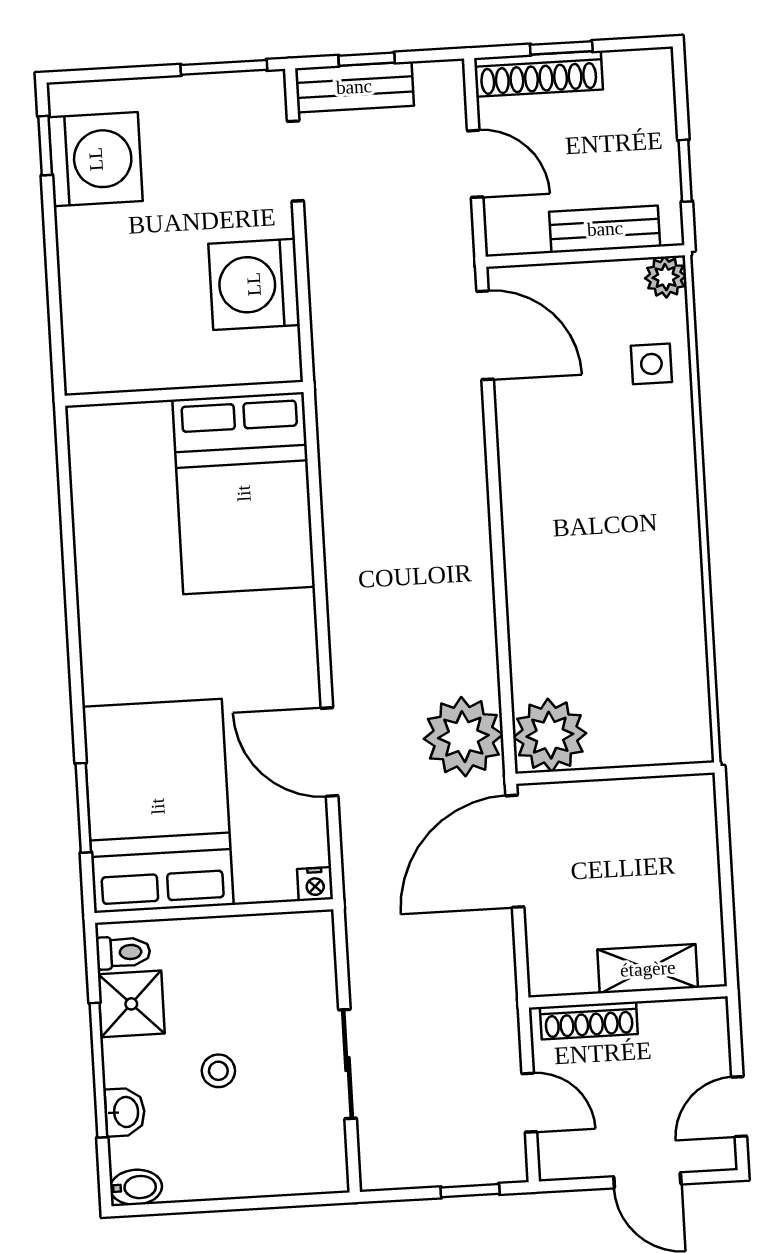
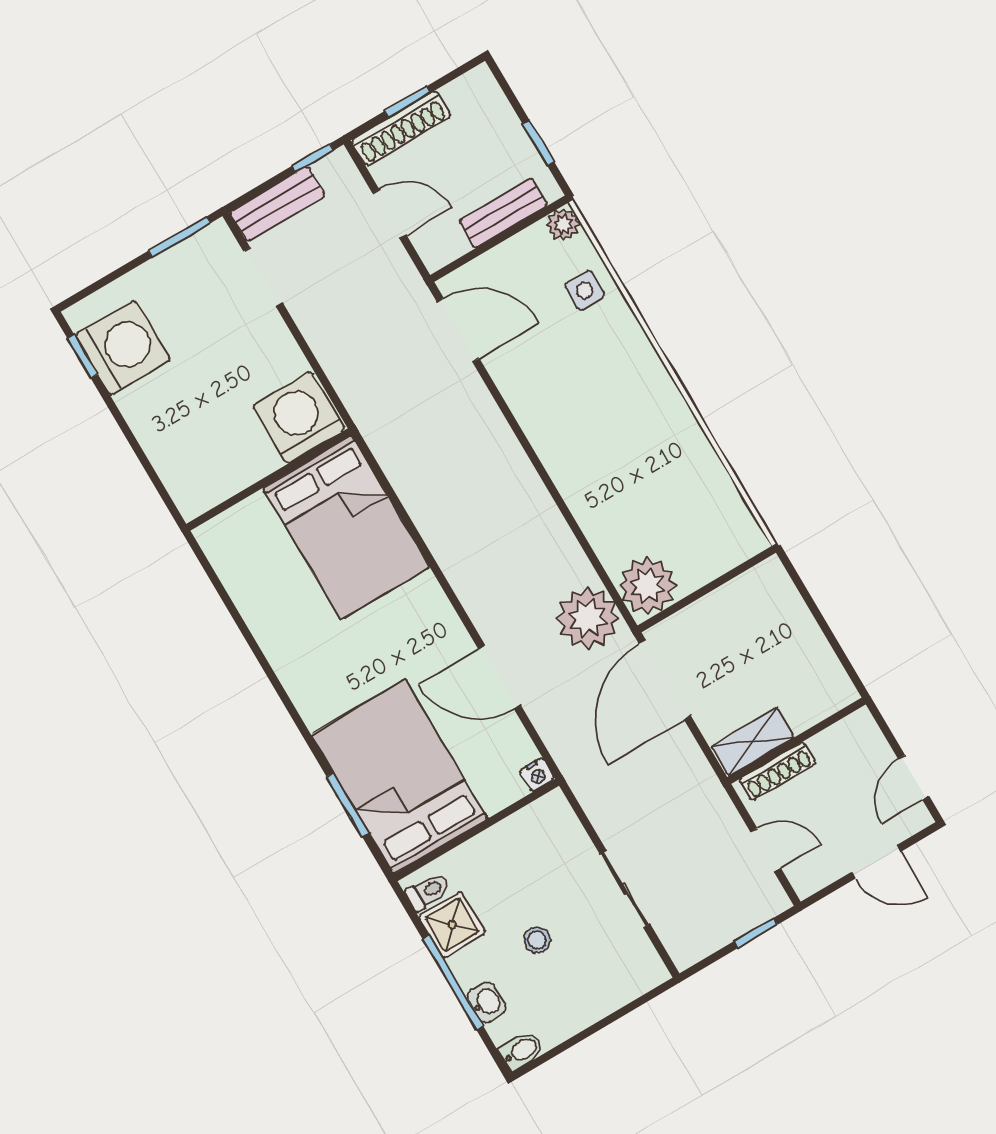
window: (367, 59) -> (313, 158), moved
washing machine: (254, 284) -> (299, 418), moved, turned 90
shelving: (648, 969) -> (753, 742), moved

